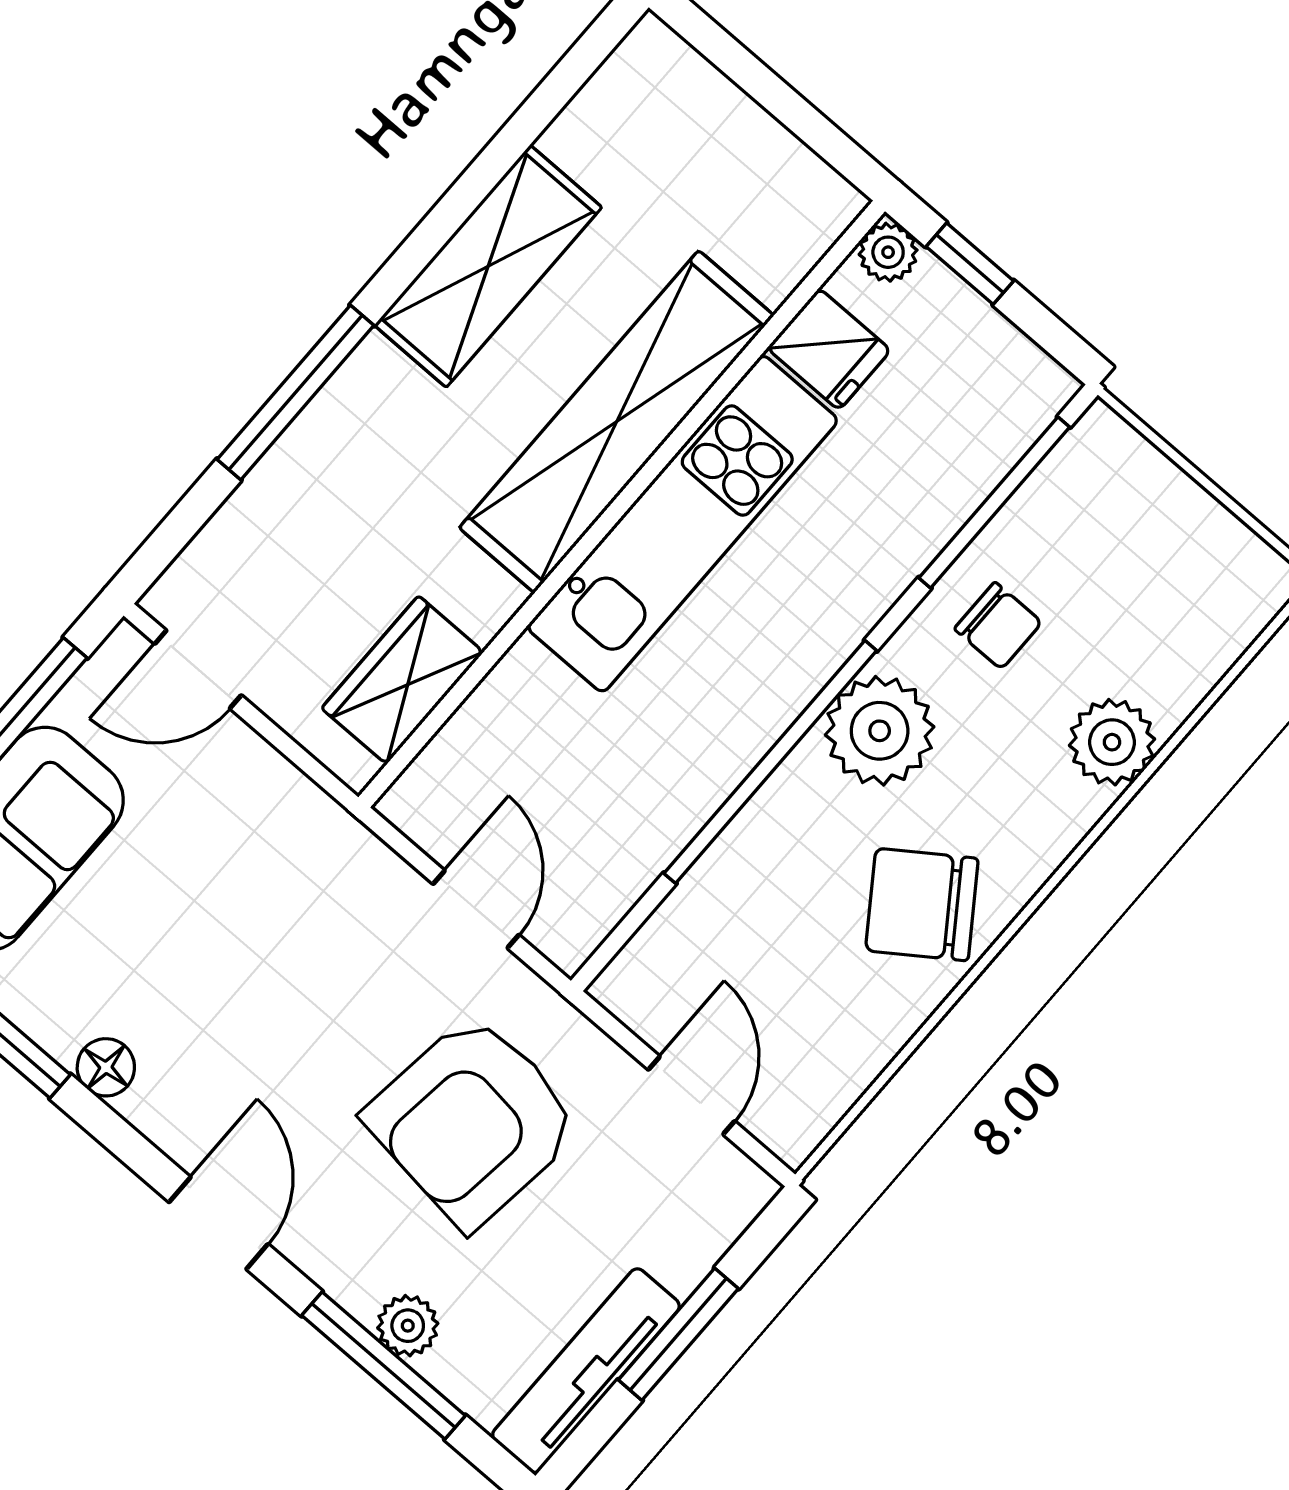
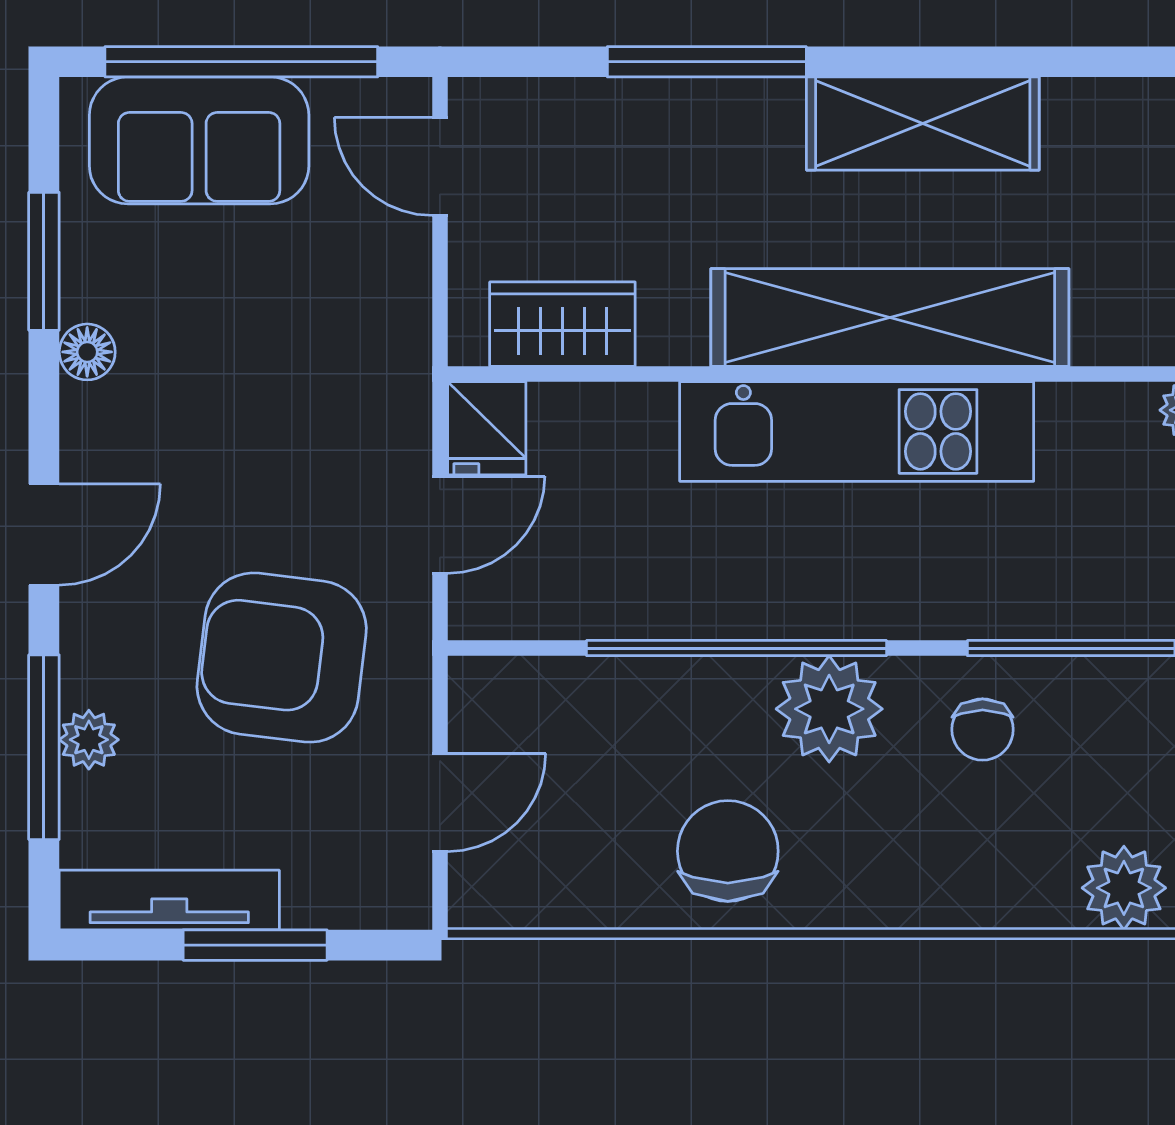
fridge: (829, 349) -> (487, 428), moved
plant: (1112, 742) -> (1124, 888), moved
chair: (922, 905) -> (728, 851), turned 35

